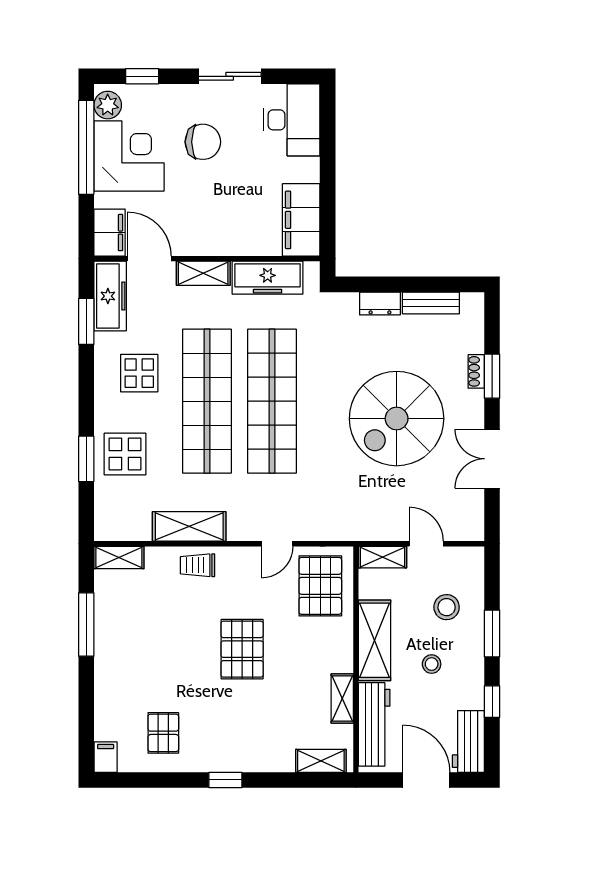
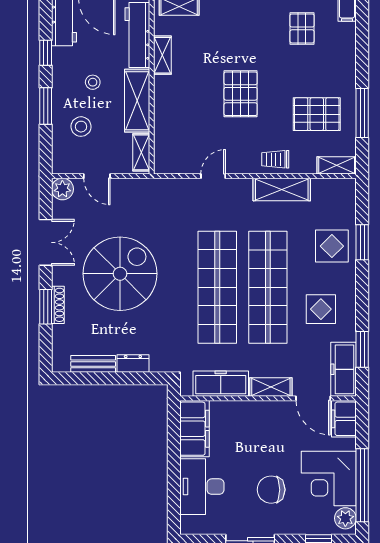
desk: (292, 120) -> (202, 487), moved
shoe rack: (476, 371) -> (58, 305), width x1.43
plant: (470, 527) -> (62, 189), added
shelving: (383, 557) -> (141, 152), moved, turned 90
trolley: (198, 565) -> (275, 159), turned 180
pallet: (320, 586) -> (317, 114), moved, turned 90

